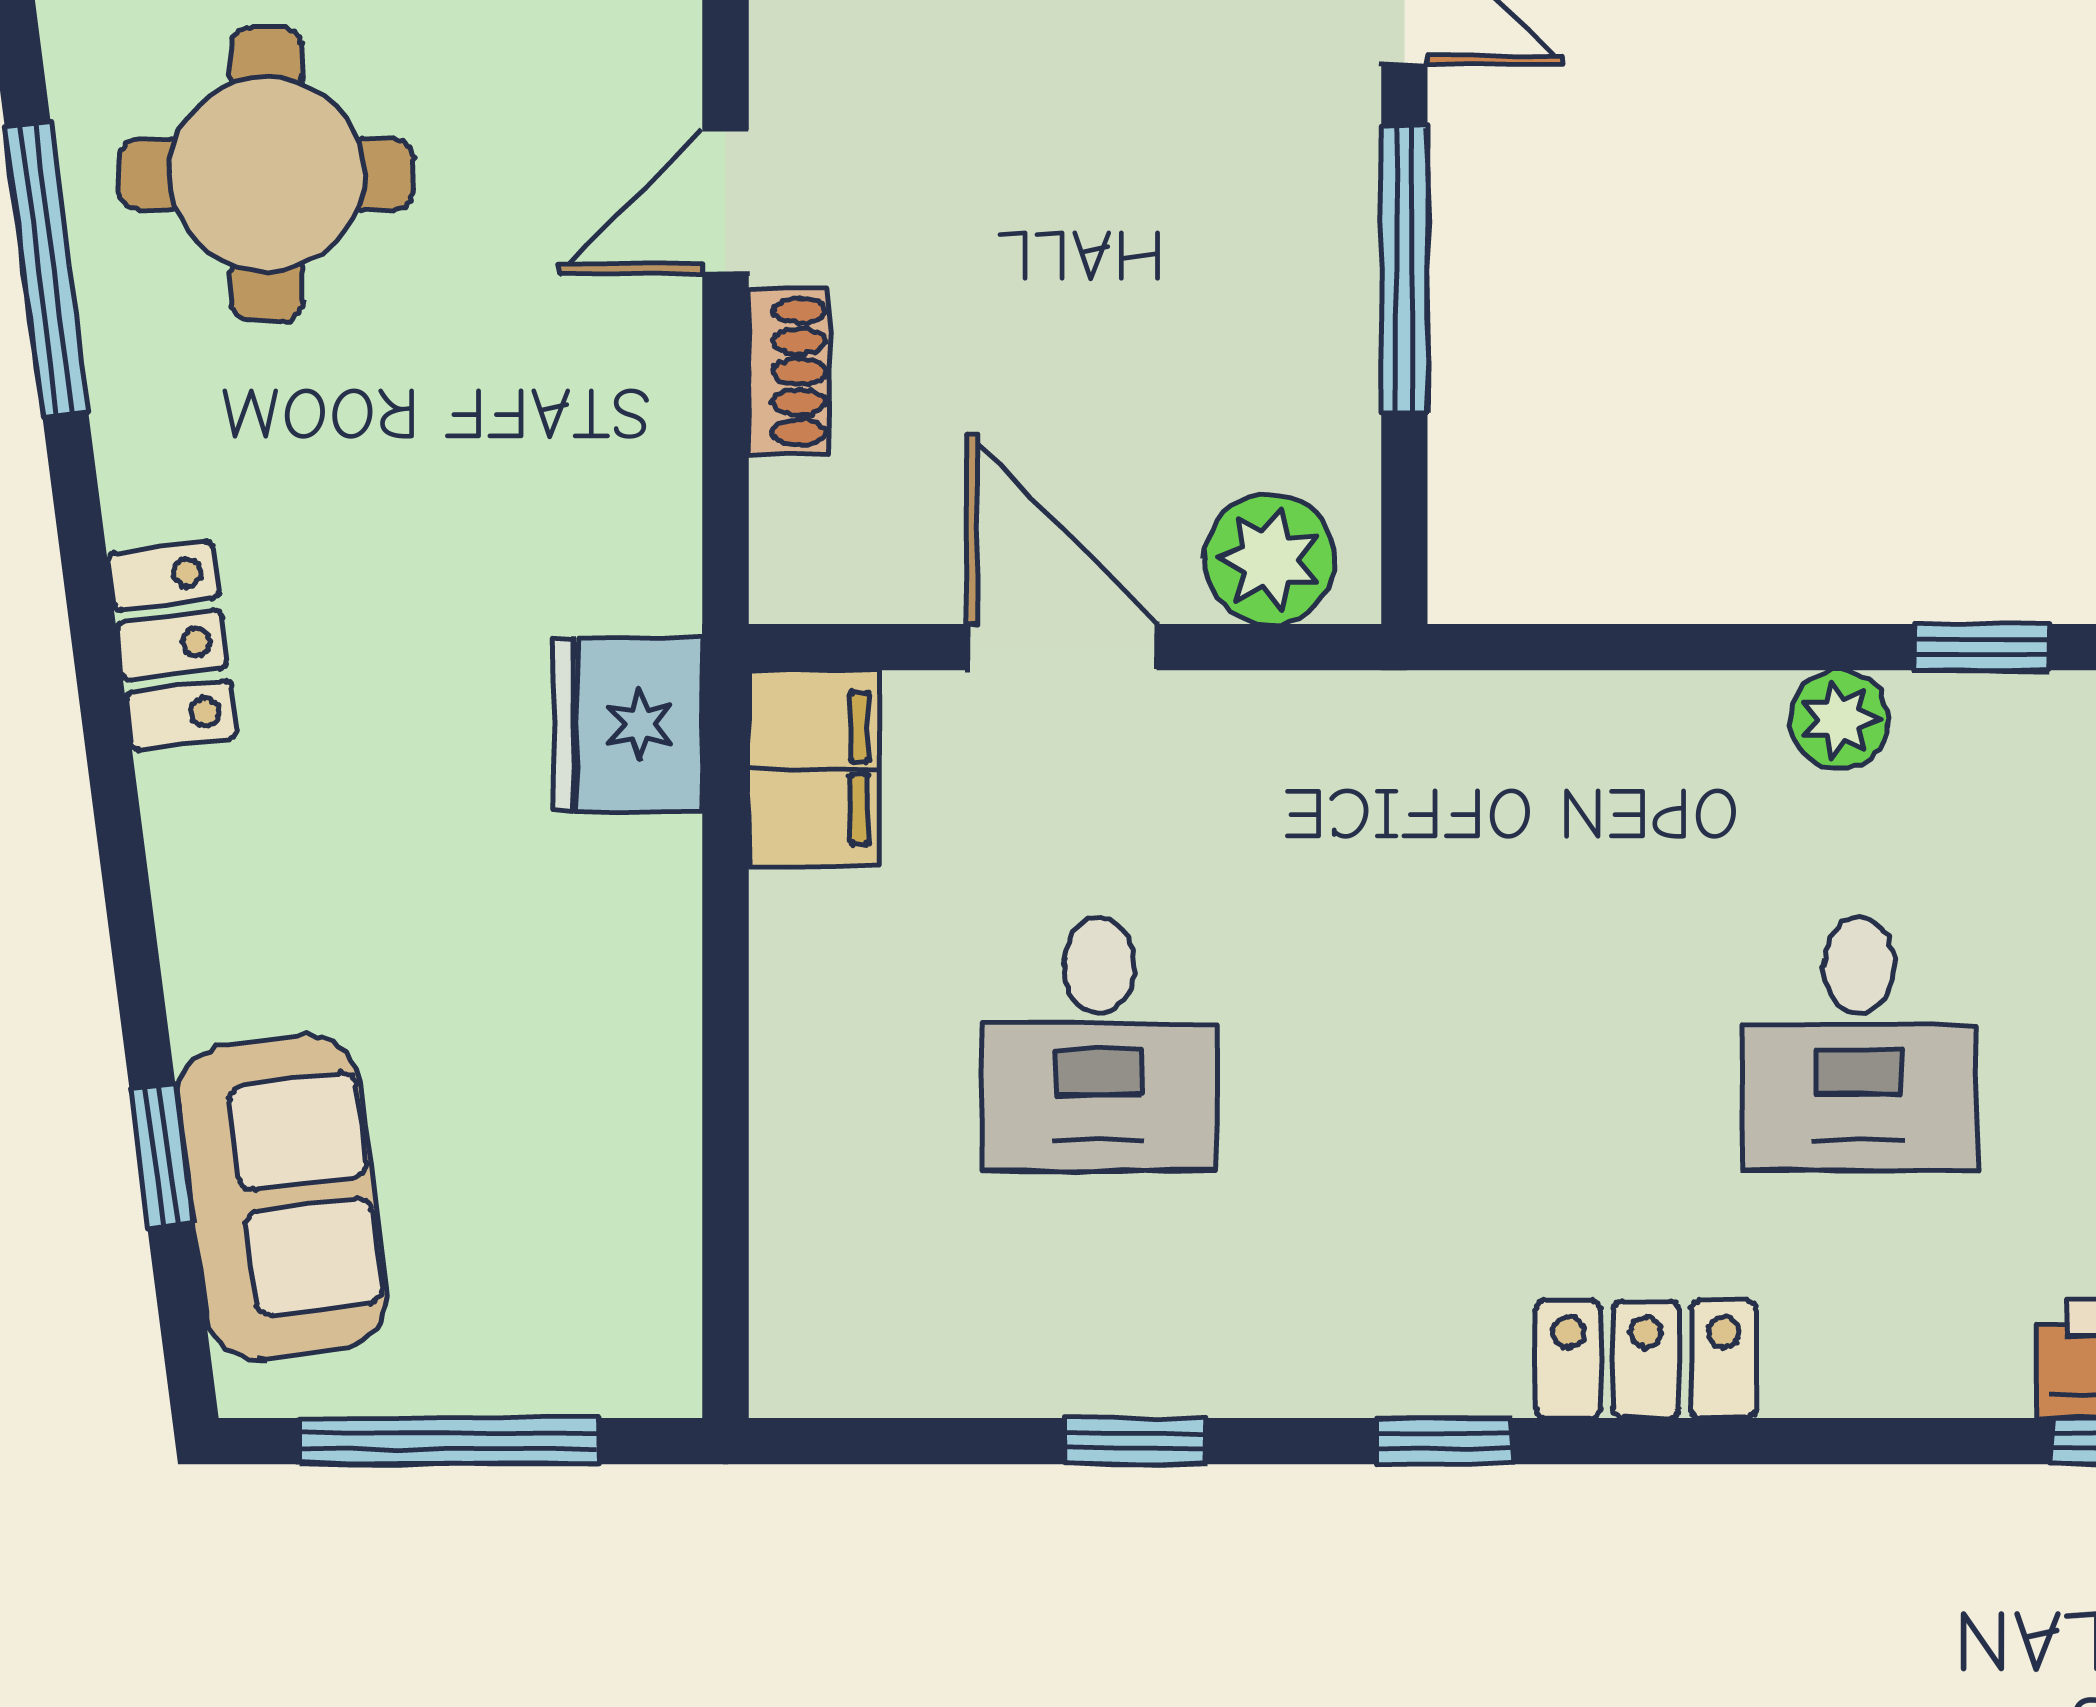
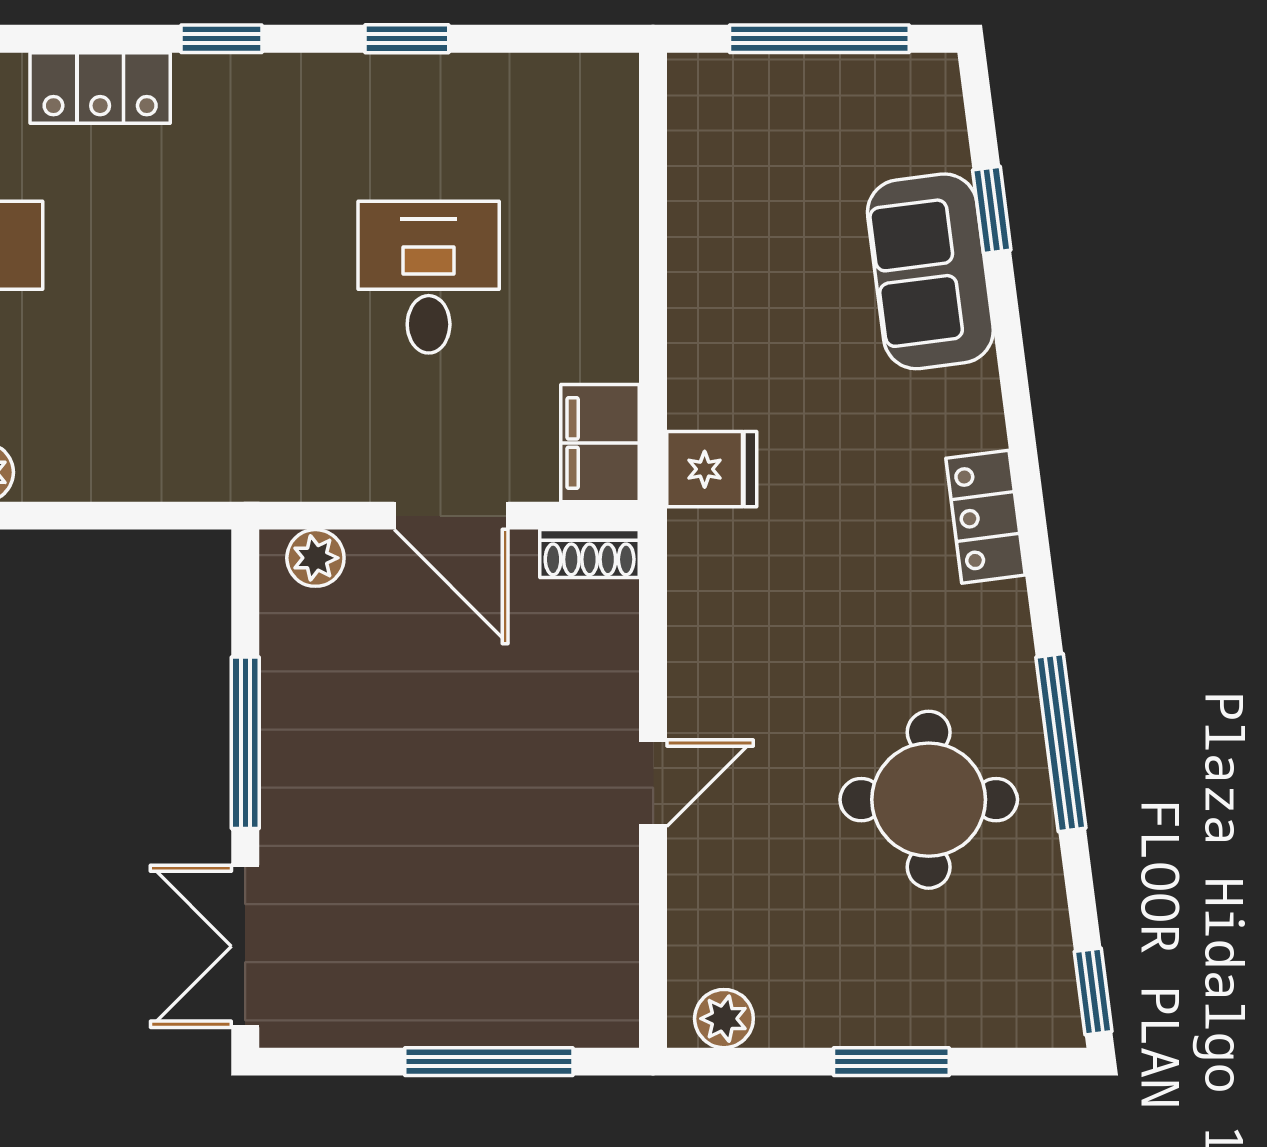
shoe rack: (789, 372) -> (590, 554), moved, turned -90
plant: (1270, 559) -> (315, 558), width x0.73, depth x0.73
fridge: (628, 725) -> (712, 469), width x0.72
sofa: (282, 1197) -> (930, 271), moved

